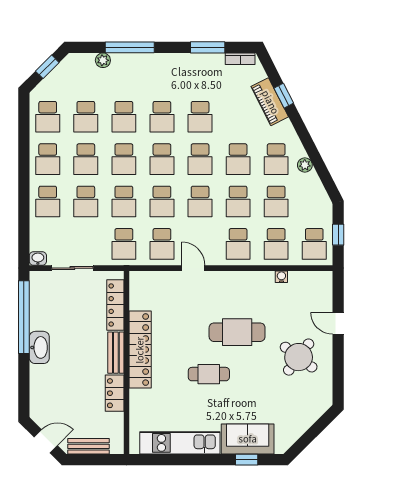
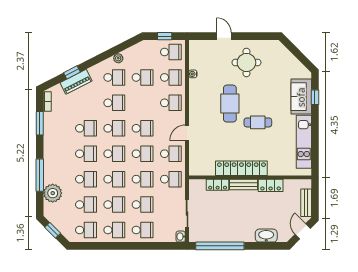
plant: (103, 60) -> (53, 193), width x1.88, depth x1.88
school desk: (238, 201) -> (143, 103), removed
locker: (115, 305) -> (218, 185), width x0.66
door: (338, 323) -> (224, 36), swing flipped
washbasin: (39, 347) -> (266, 236), moved
round table: (299, 357) -> (246, 62), turned -37
cafe table: (209, 374) -> (258, 122), turned 90

